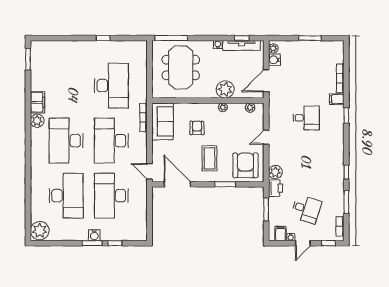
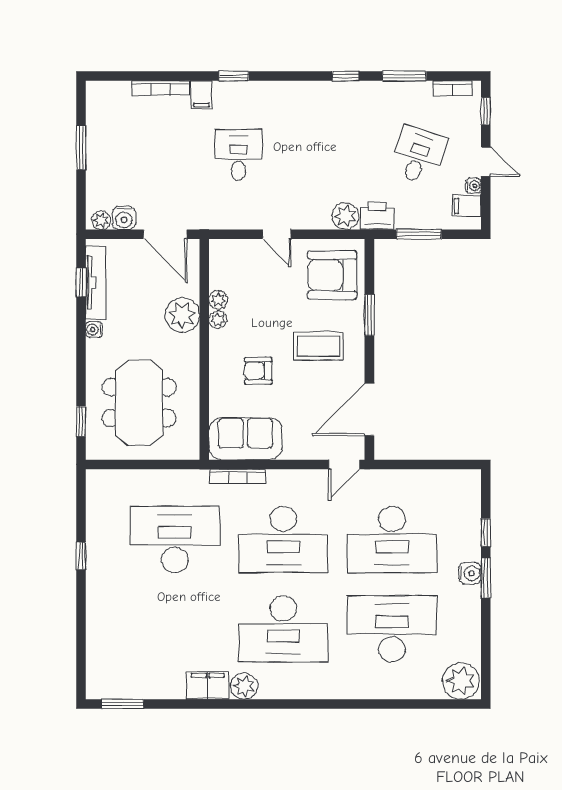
window: (171, 38) -> (81, 422), width x0.46
meeting table: (181, 68) -> (139, 403), turned 90
plant: (250, 108) -> (218, 300), moved

